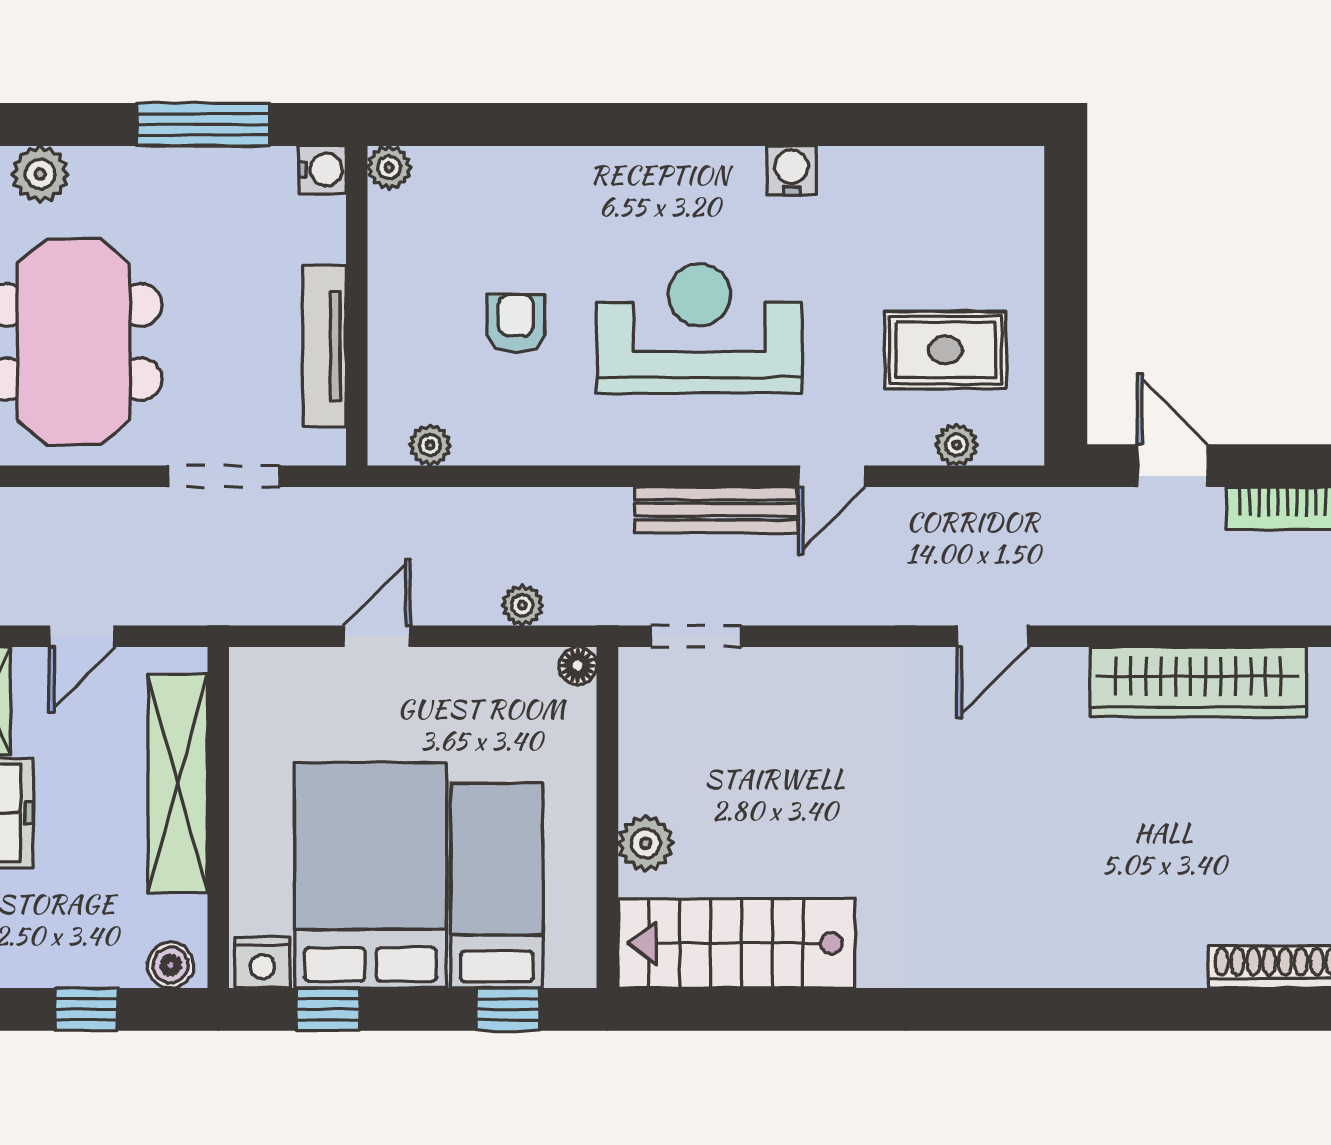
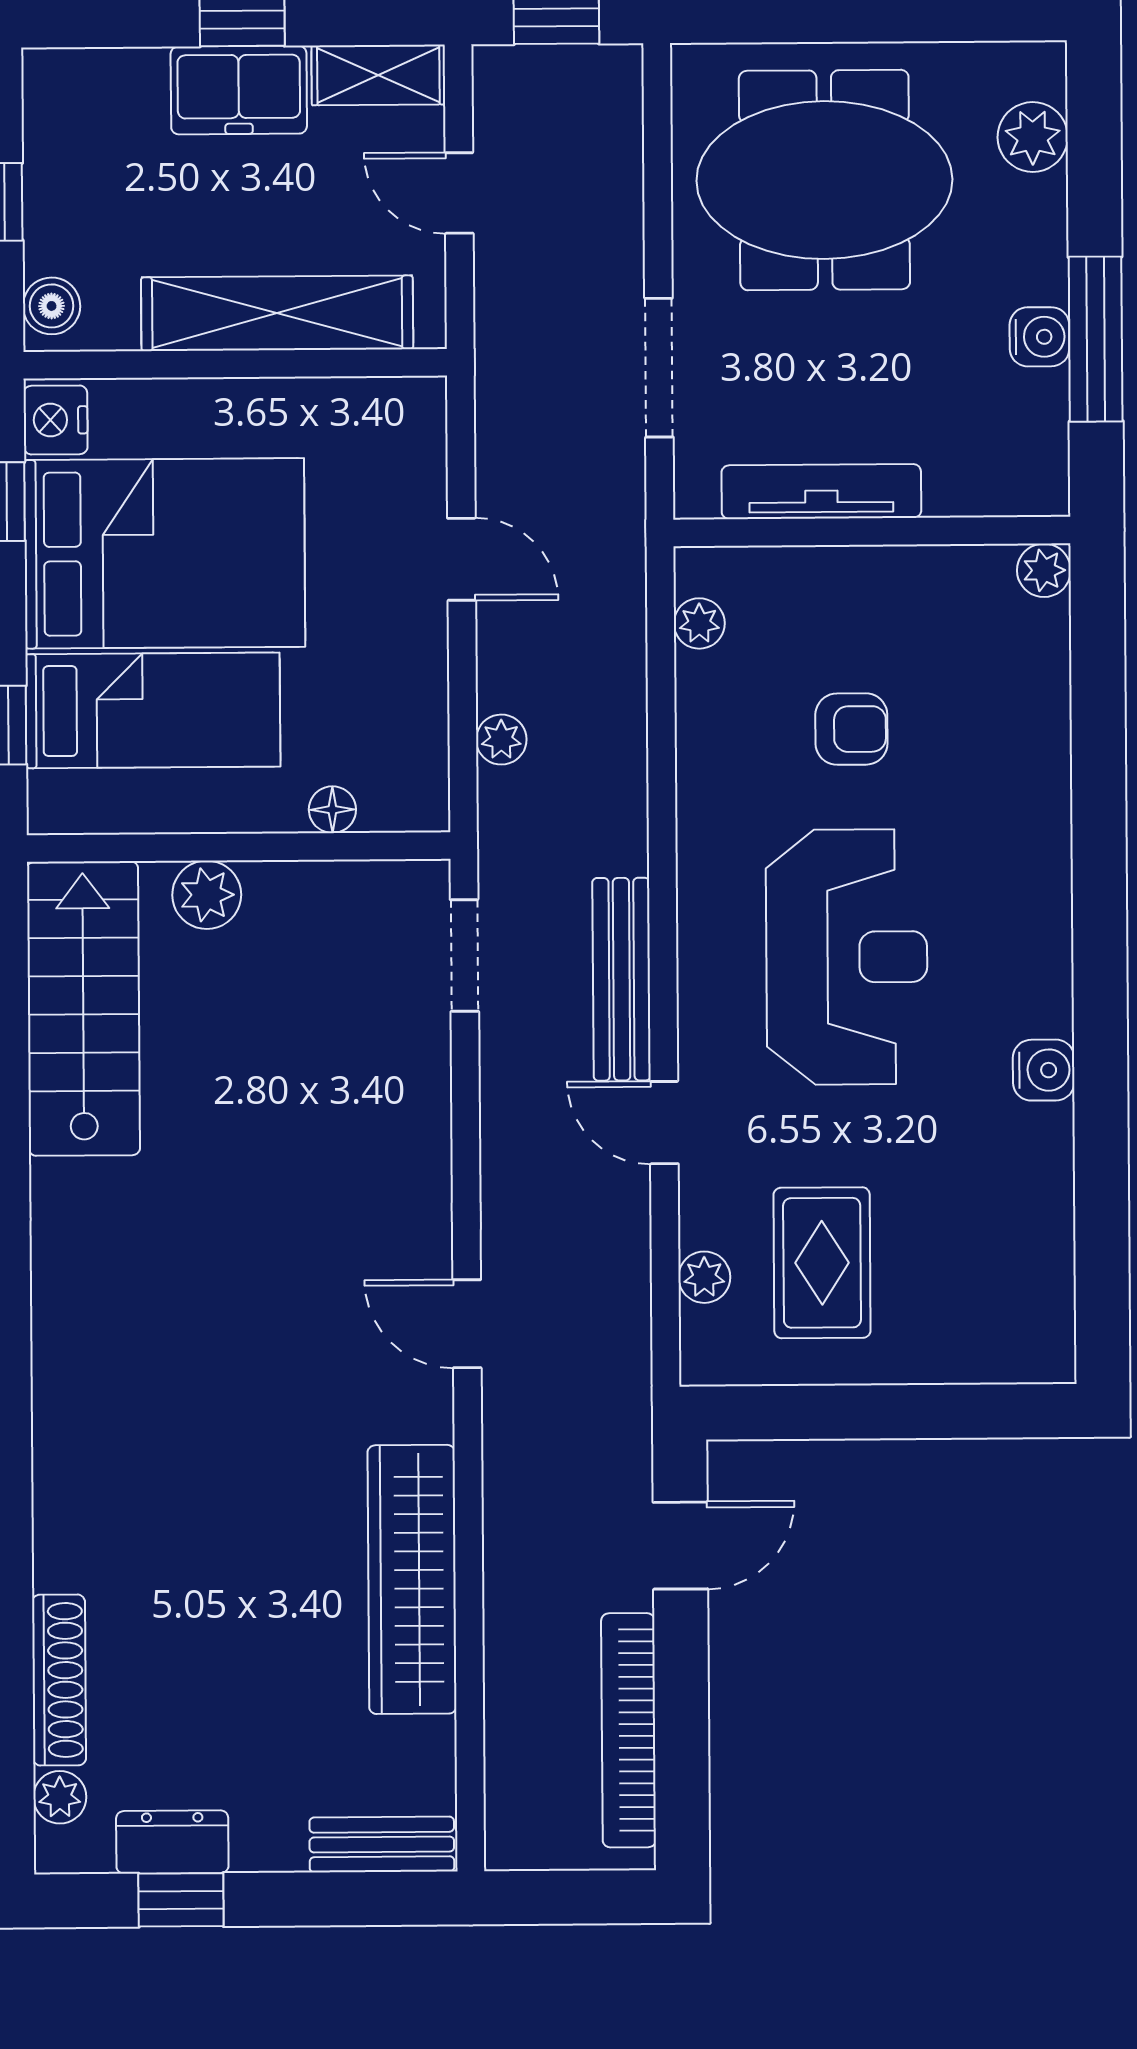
water cooler: (322, 170) -> (1039, 337), moved, turned -90
floor lamp: (578, 666) -> (332, 810), moved

